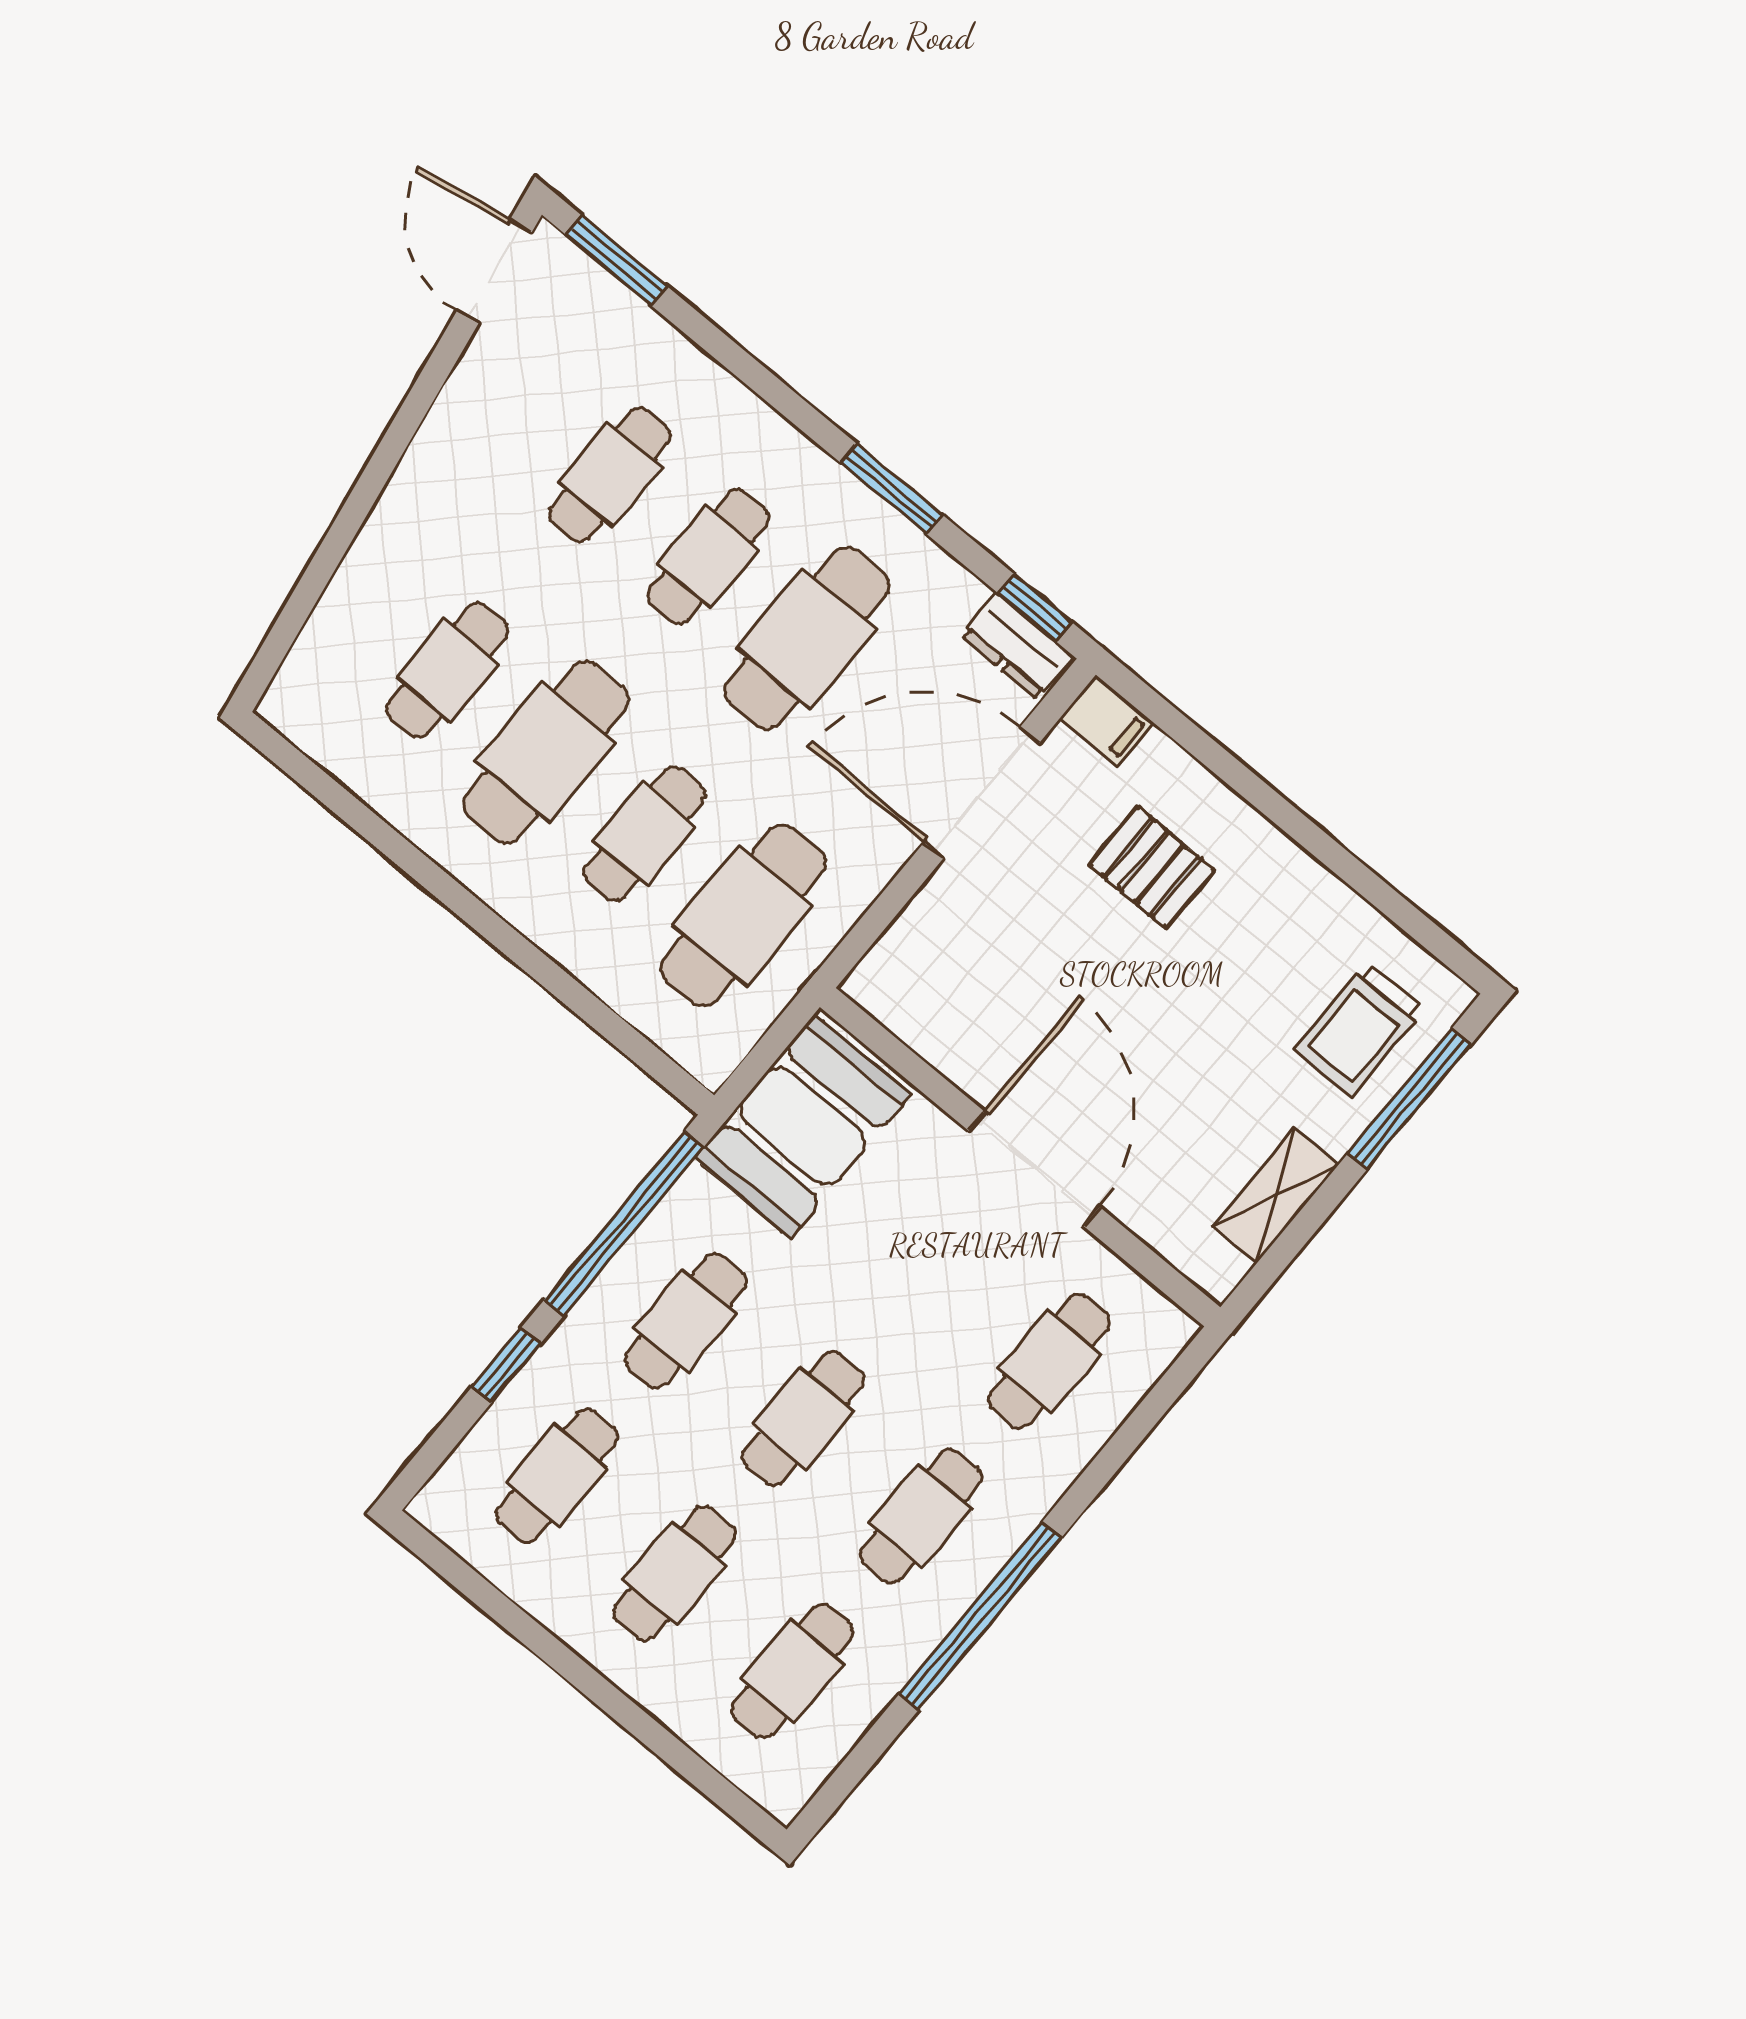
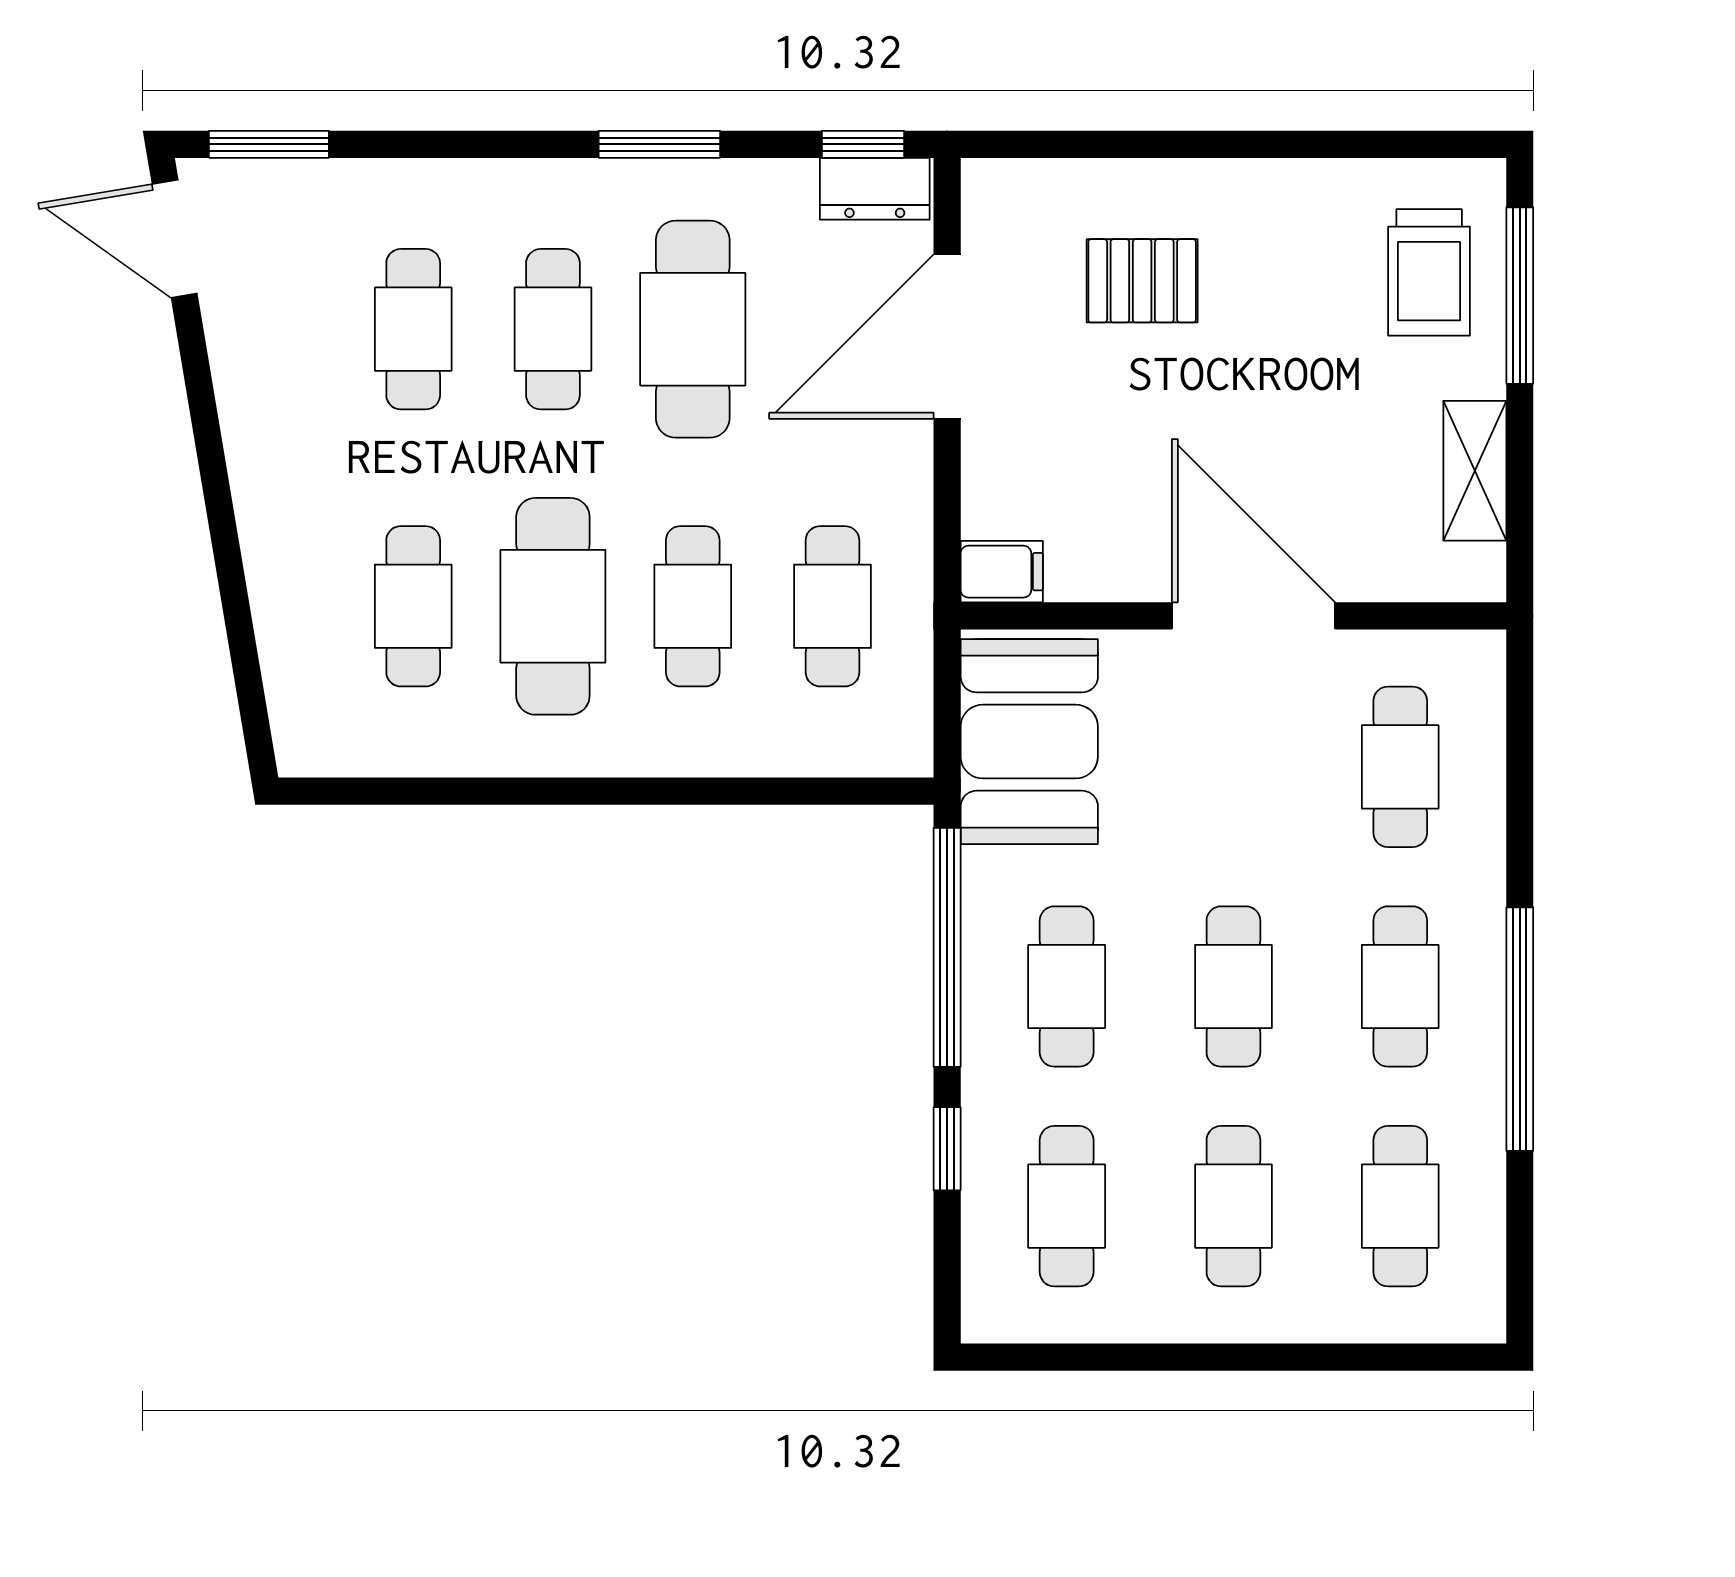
filing cabinet: (1107, 720) -> (1002, 572), moved
cafe table: (743, 916) -> (833, 606), width x0.73, depth x0.74

